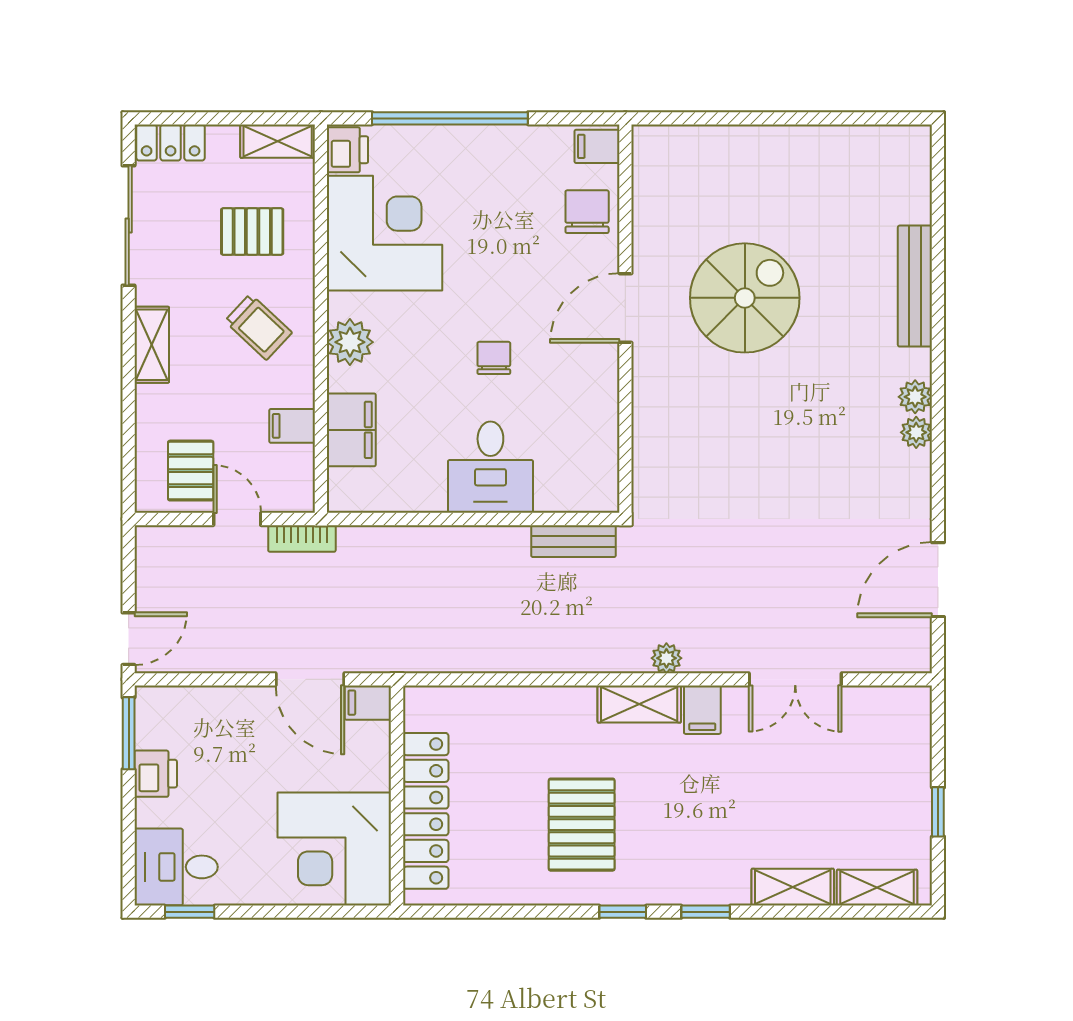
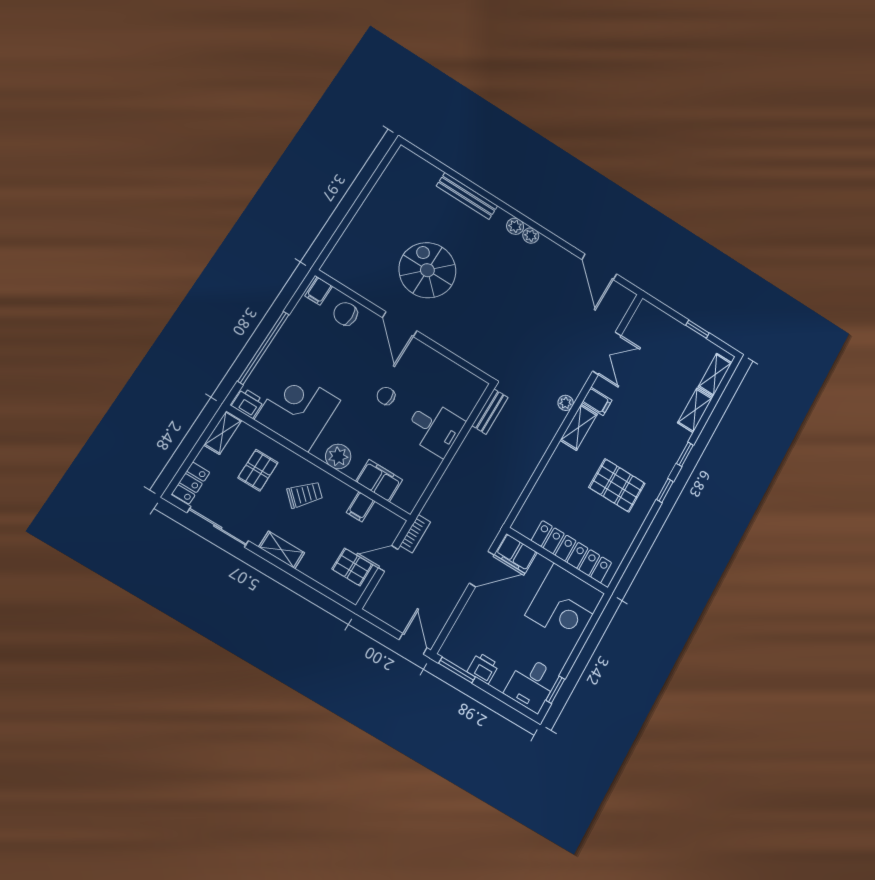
filing cabinet: (368, 703) -> (516, 553), width x2.00

